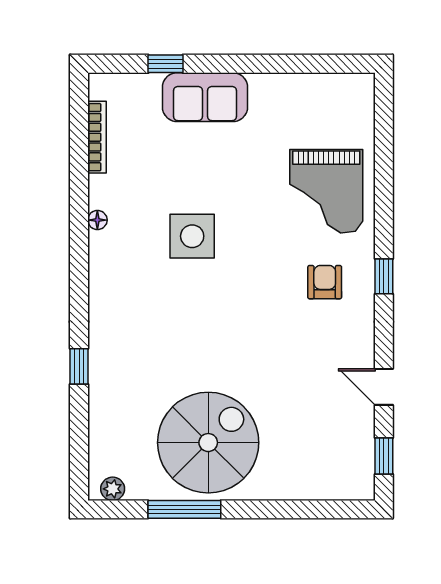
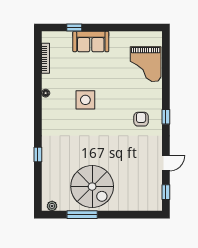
grand piano: (326, 191) -> (146, 64), moved
door: (384, 387) -> (166, 163), swing flipped
spiral stairs: (208, 443) -> (92, 187), turned 90

